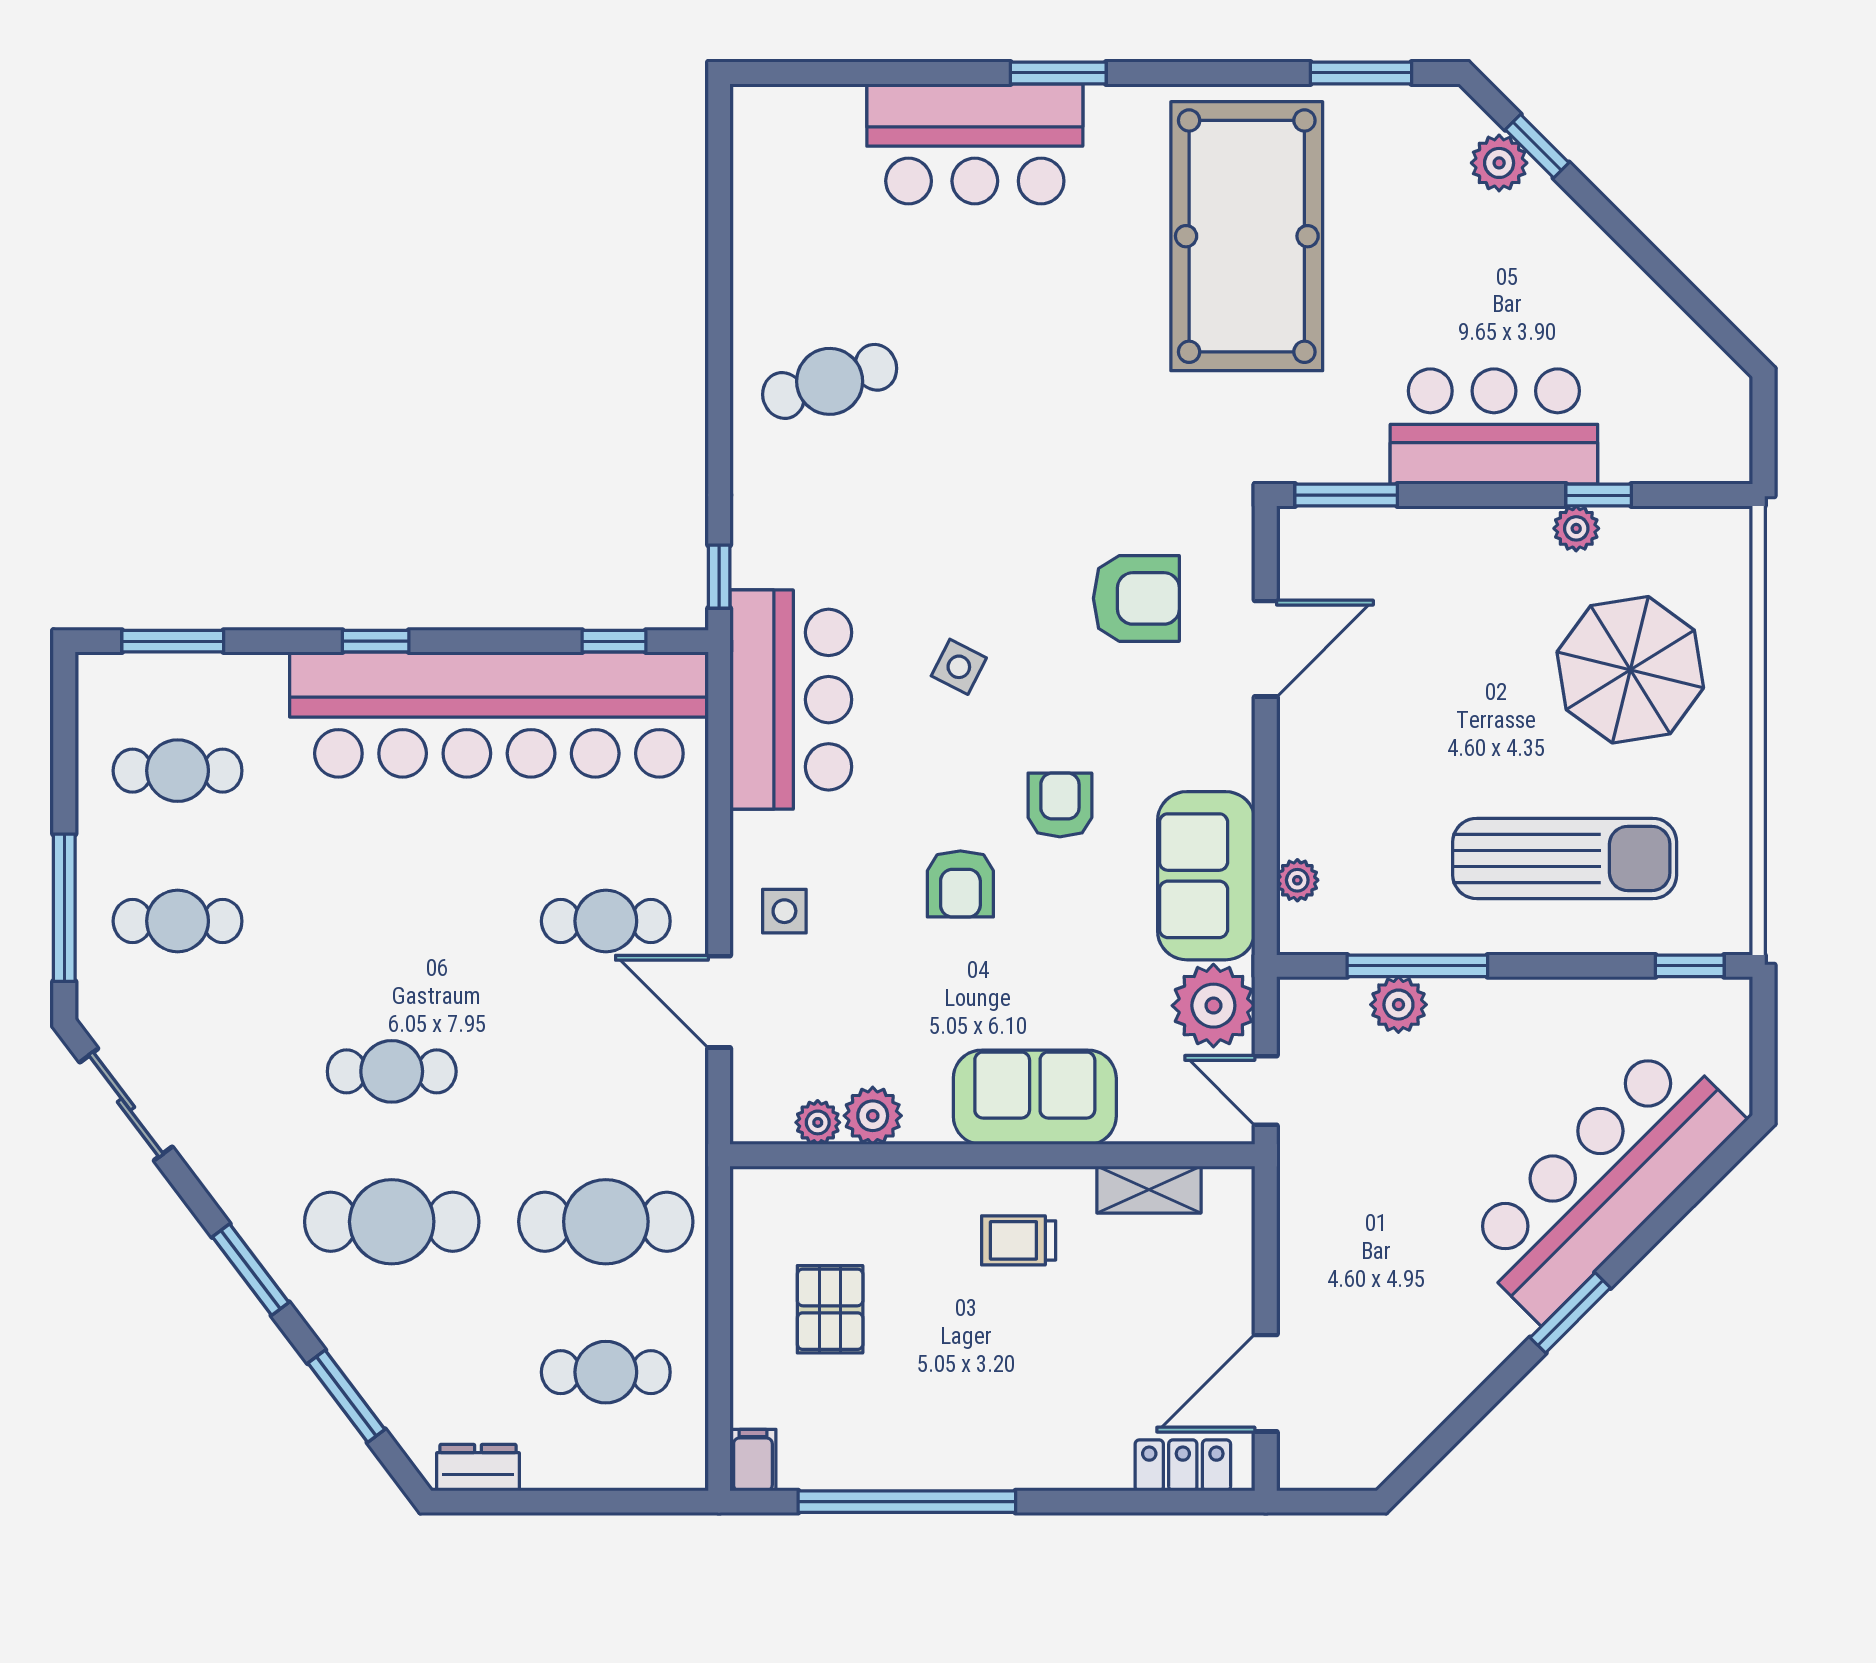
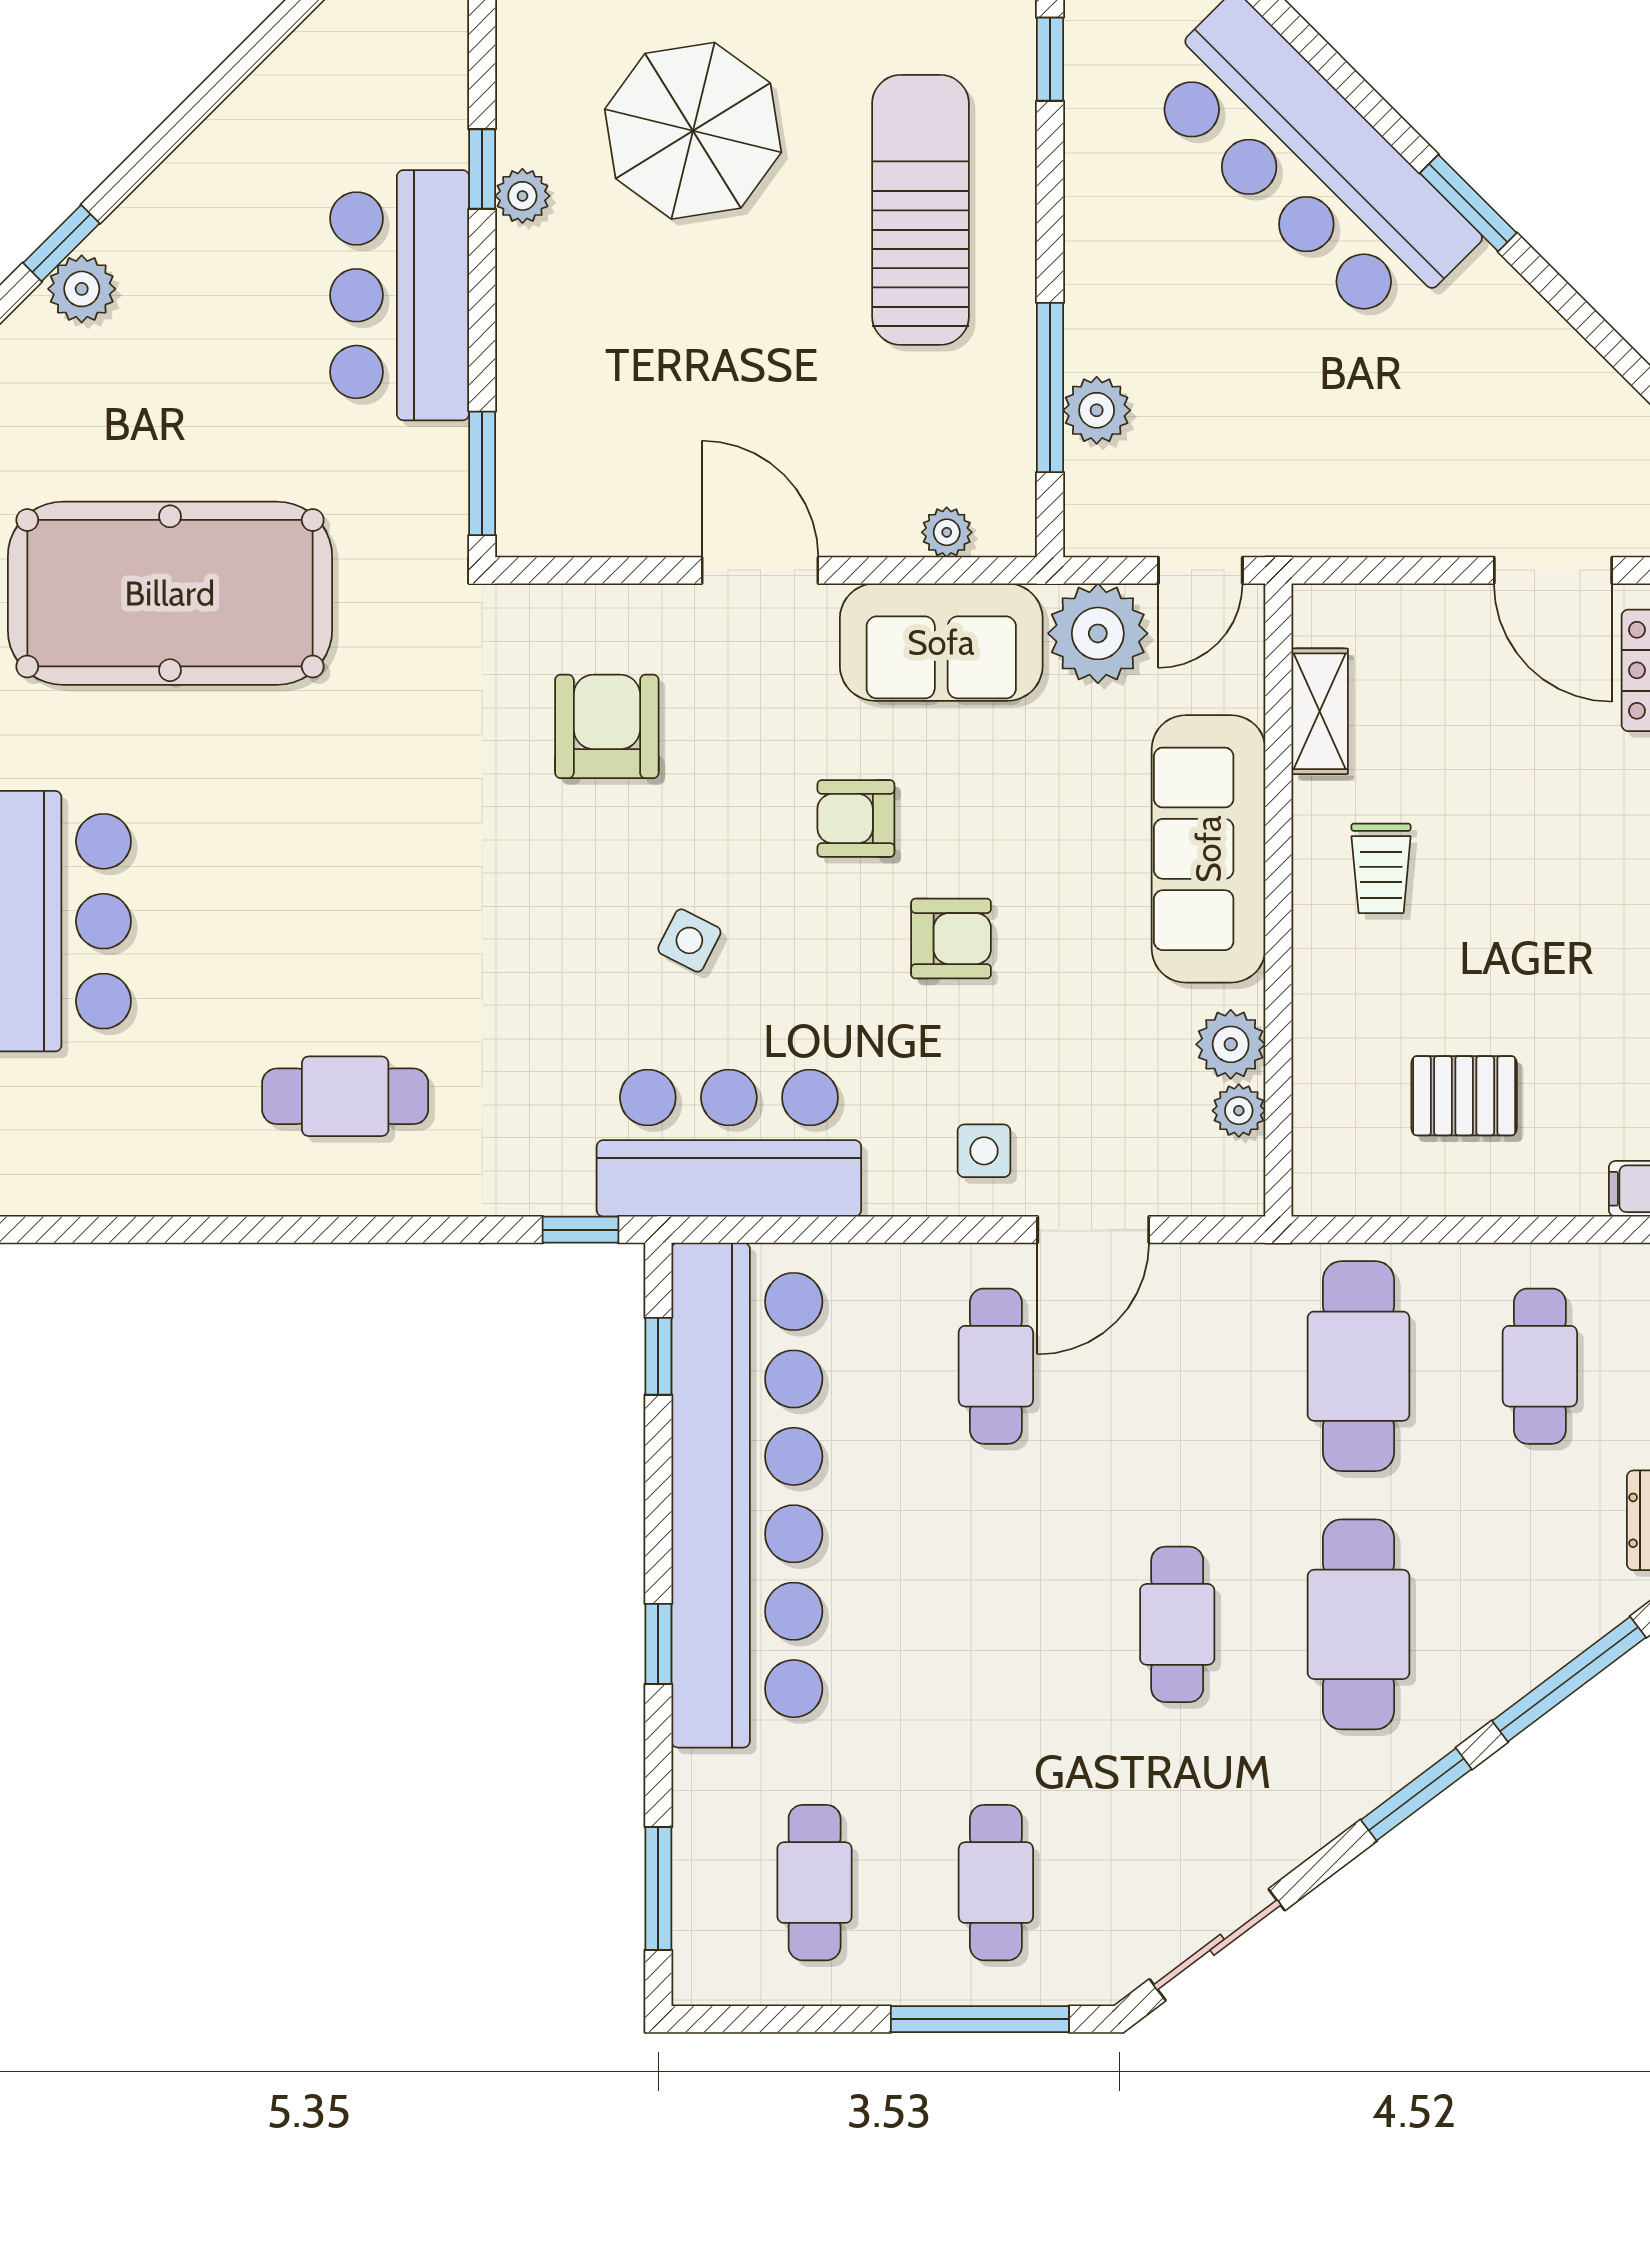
cafe table: (830, 381) -> (345, 1096), turned -73
door: (1266, 649) -> (760, 570), moved
sofa: (1035, 1097) -> (1208, 849), width x1.36
window: (346, 1396) -> (1569, 1679), width x1.44

